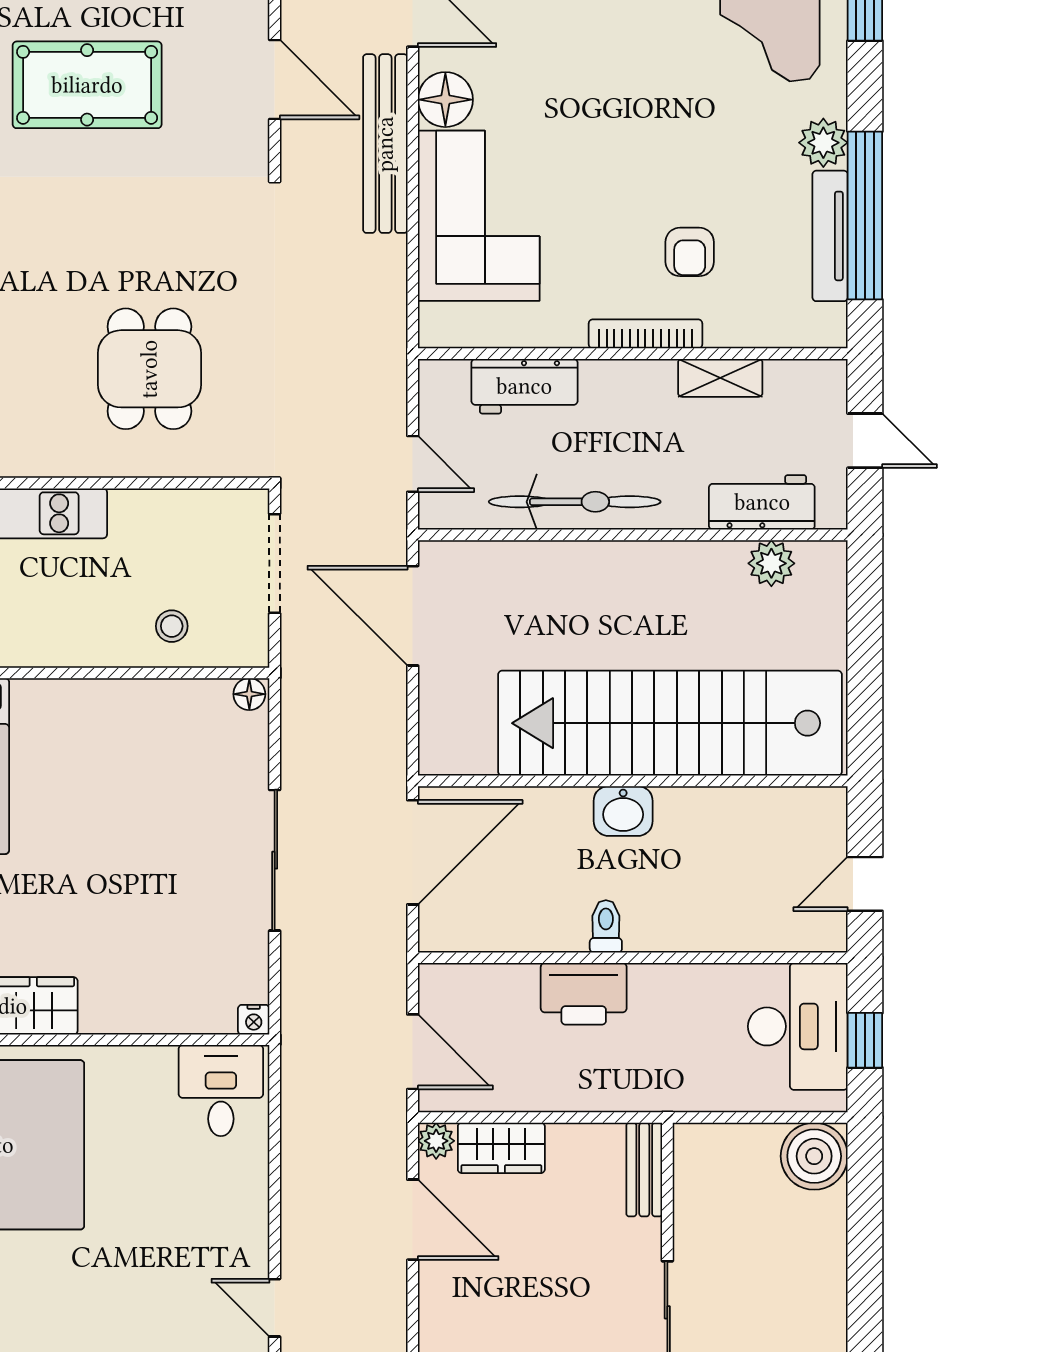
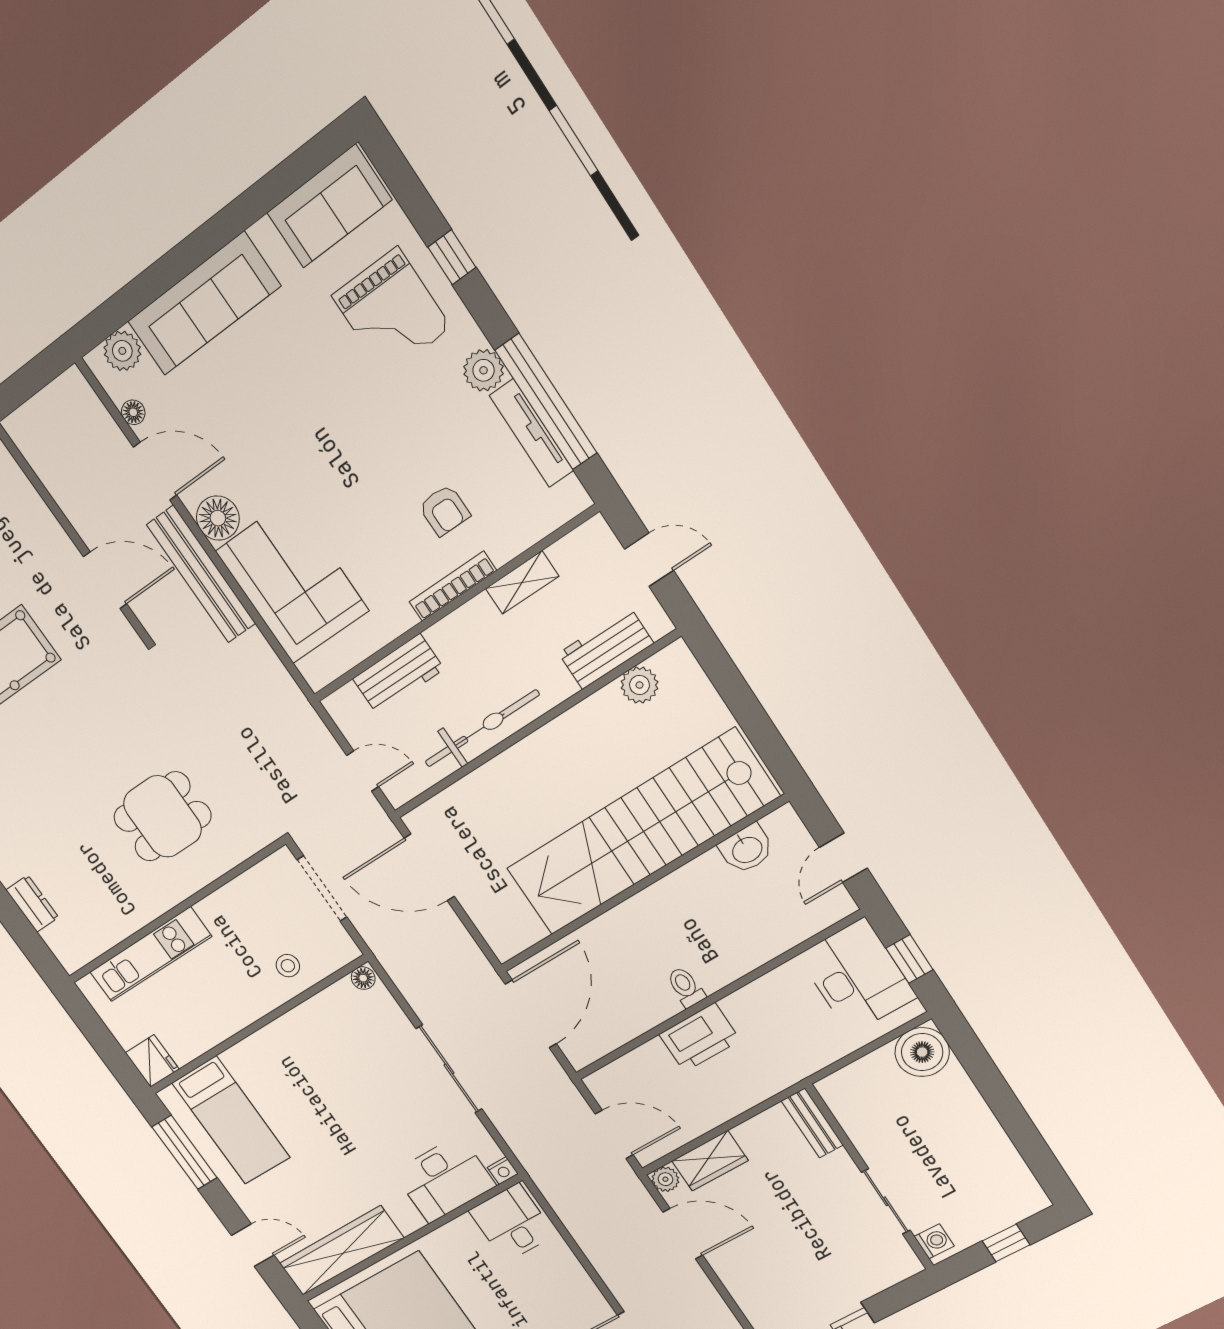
dining table: (149, 369) -> (162, 816), turned 90
washbasin: (623, 811) -> (747, 849), moved
desk: (177, 990) -> (444, 1179), added

